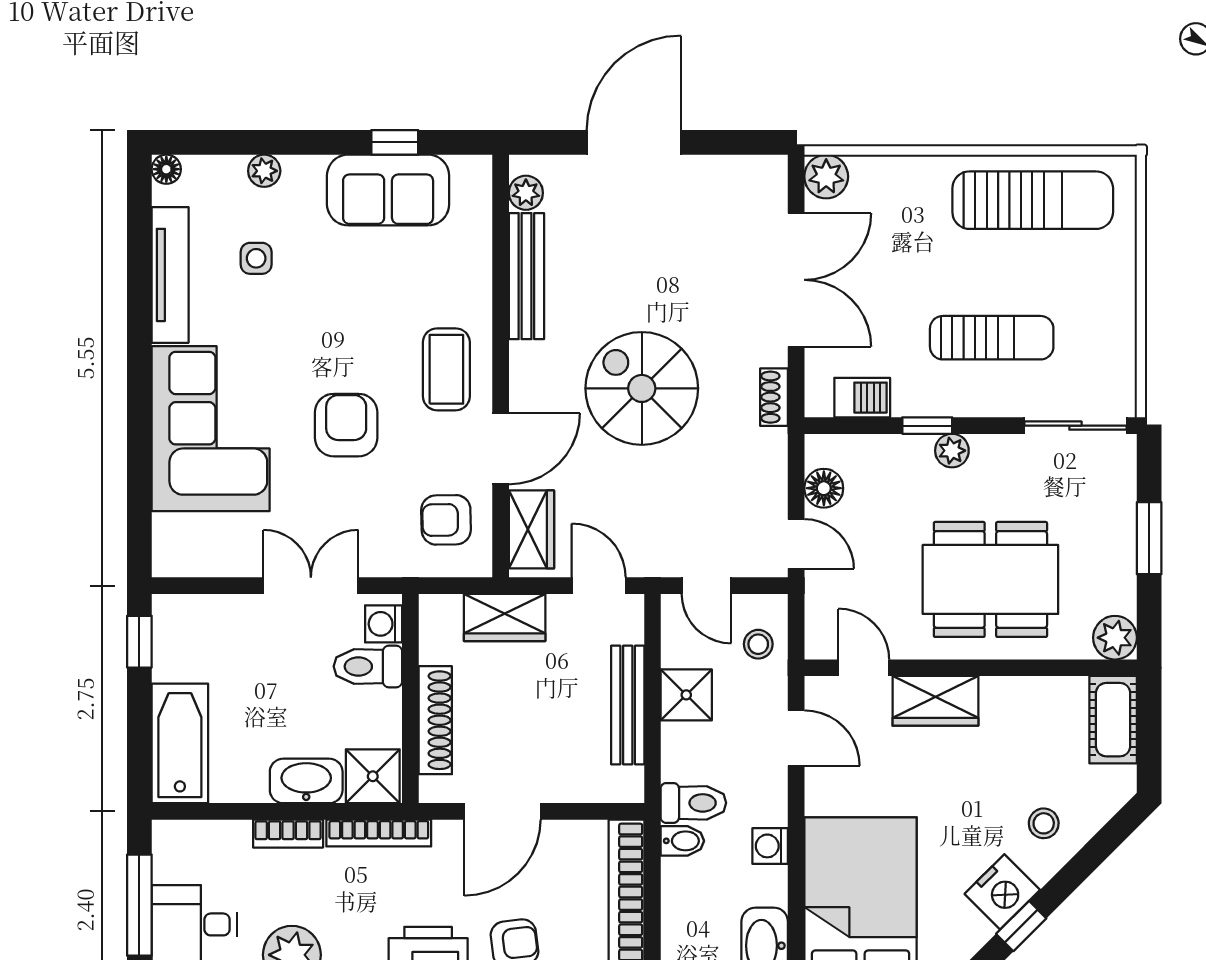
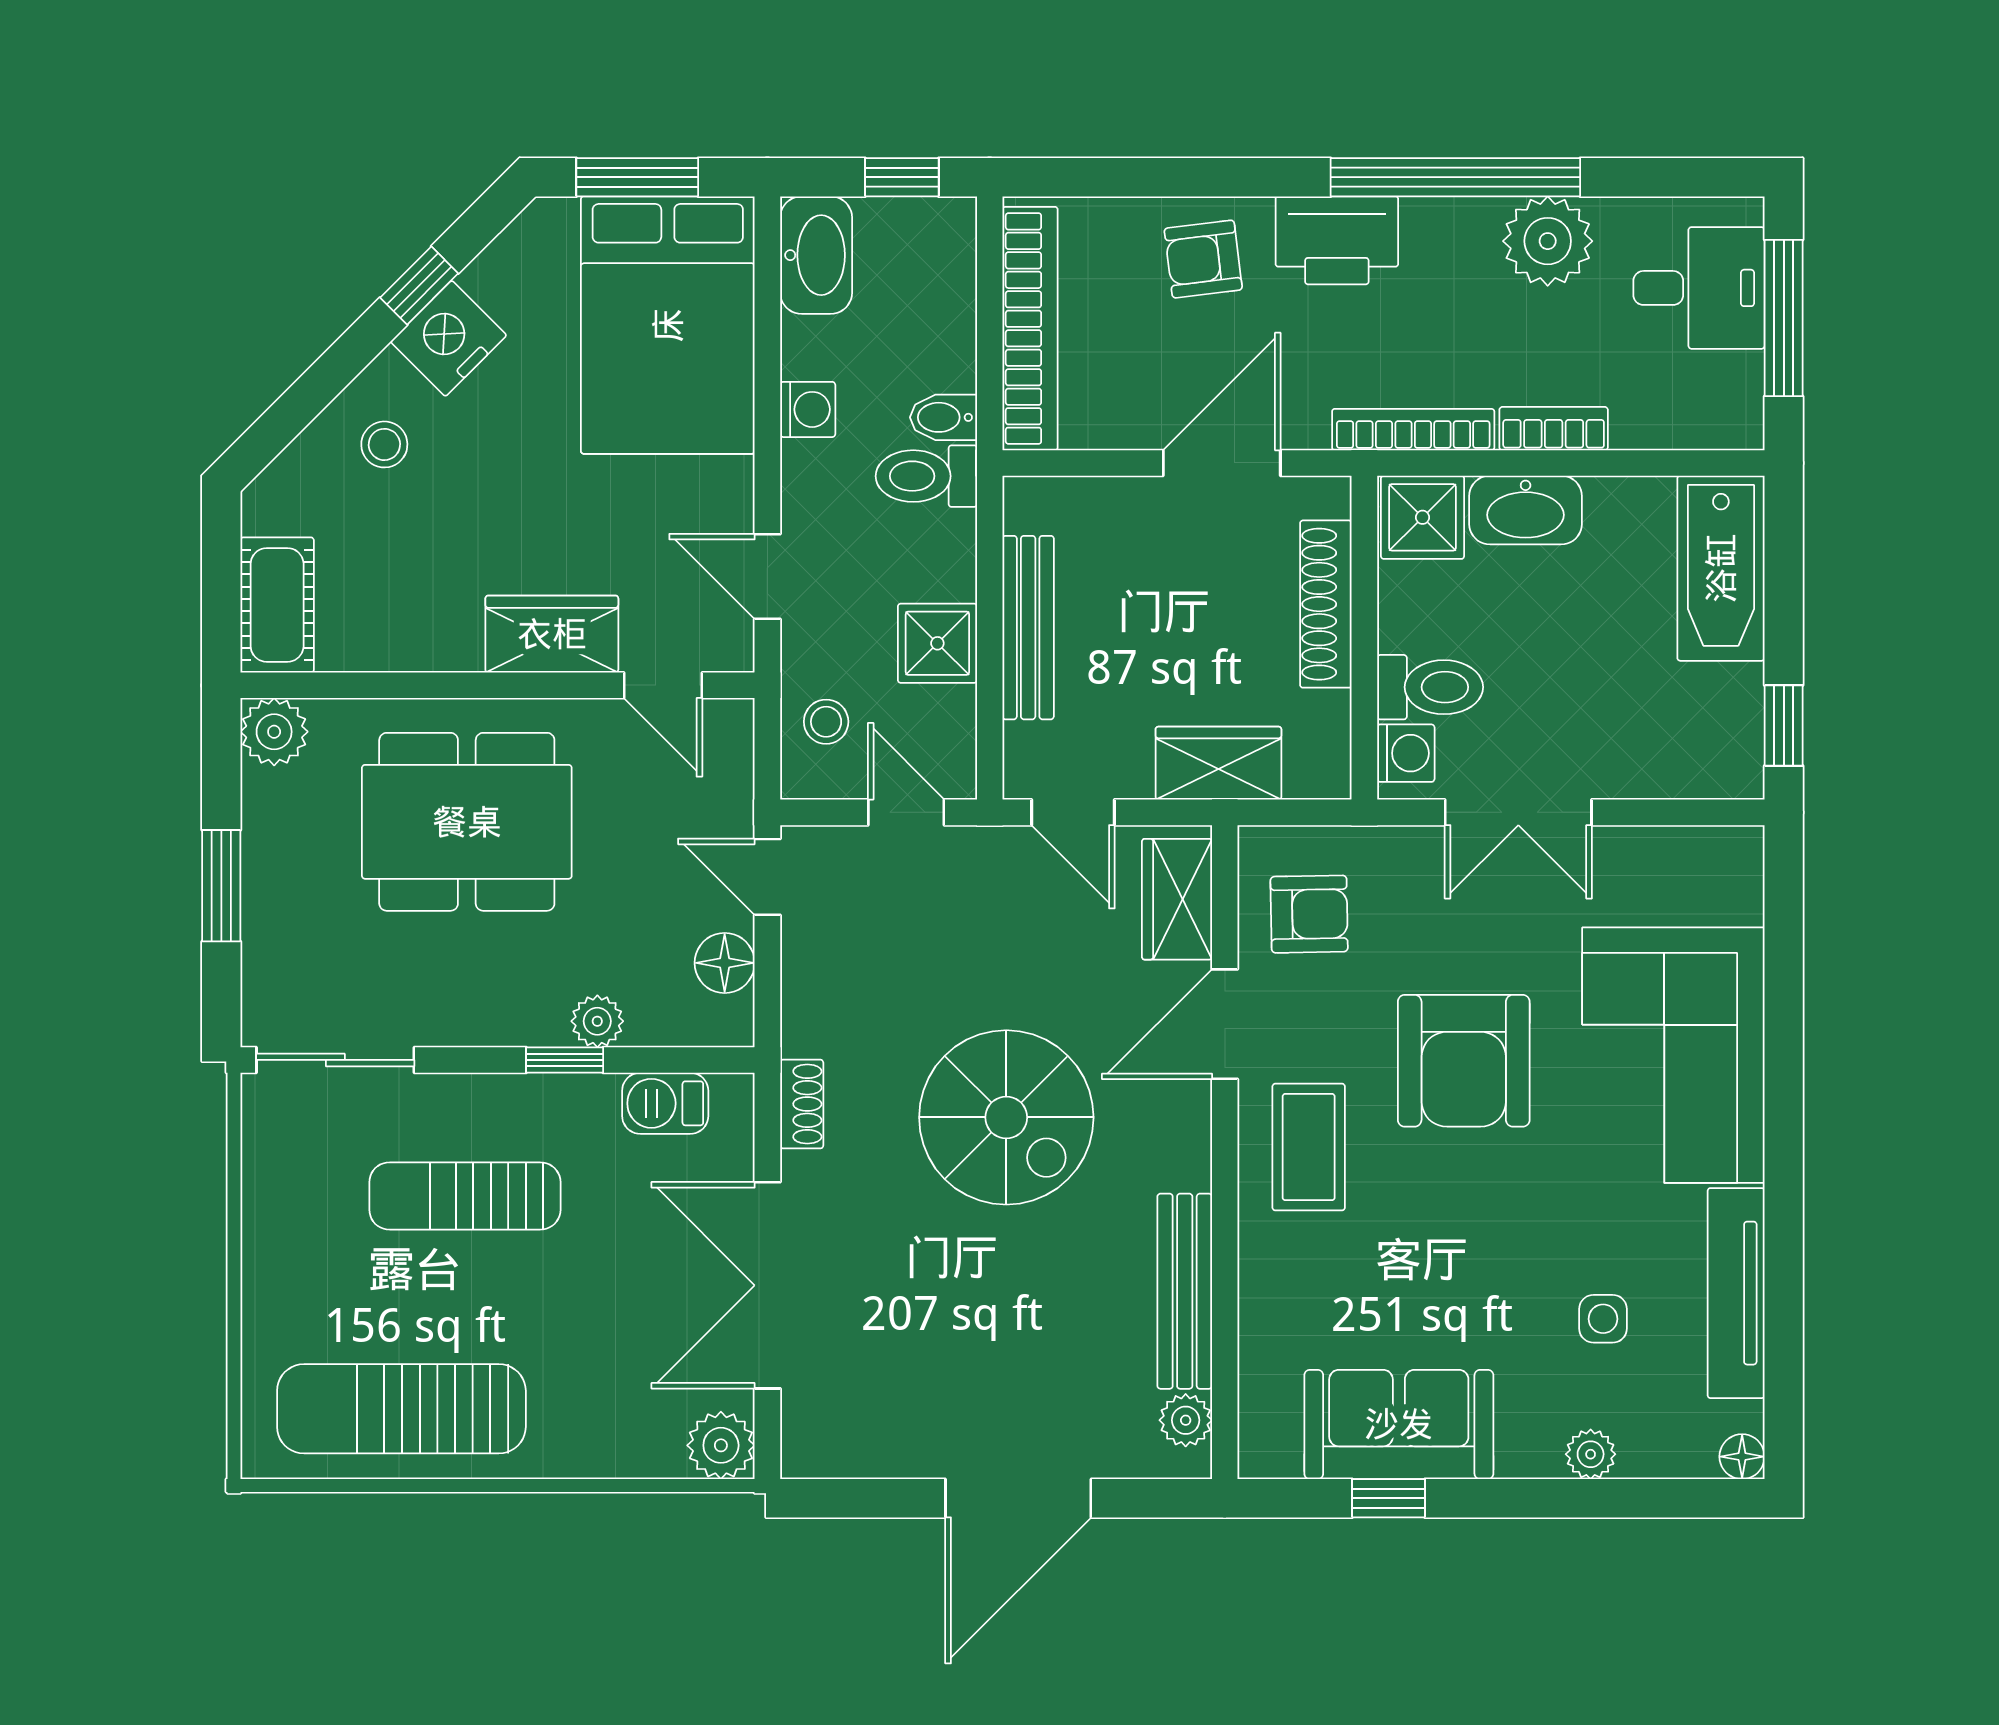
armchair: (346, 425) -> (1464, 1061), width x1.36, depth x1.36
plant: (952, 451) -> (597, 1021), moved

